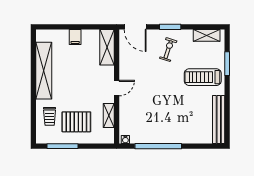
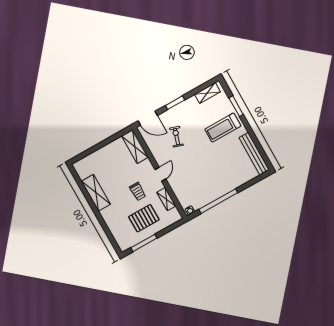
filing cabinet: (75, 37) -> (105, 153), removed
exercise bike: (168, 50) -> (176, 137), moved
shelving: (44, 71) -> (96, 193), width x0.68
trolley: (50, 116) -> (138, 191), moved

